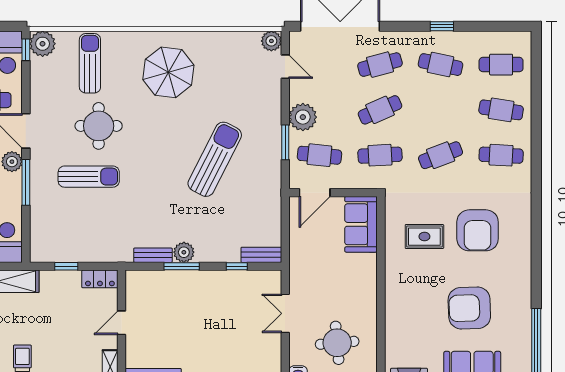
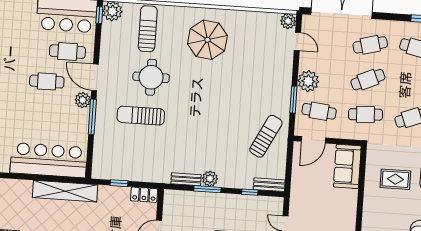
sun lounger: (215, 159) -> (266, 136), moved, width x0.73, depth x0.75
sun lounger: (89, 177) -> (141, 116), turned 180

